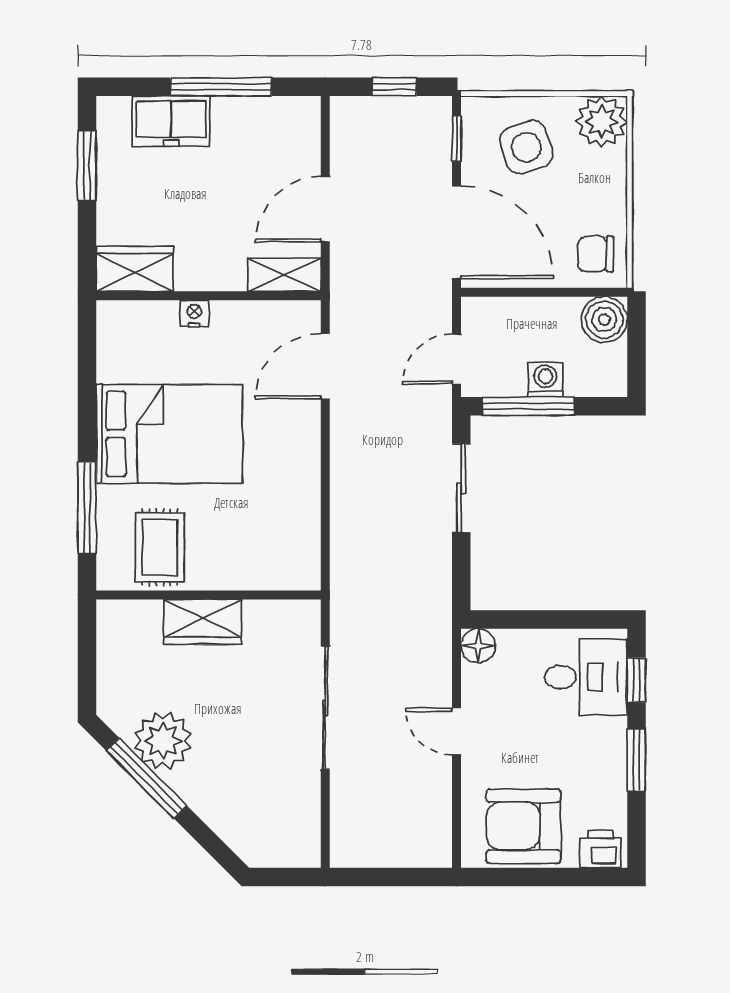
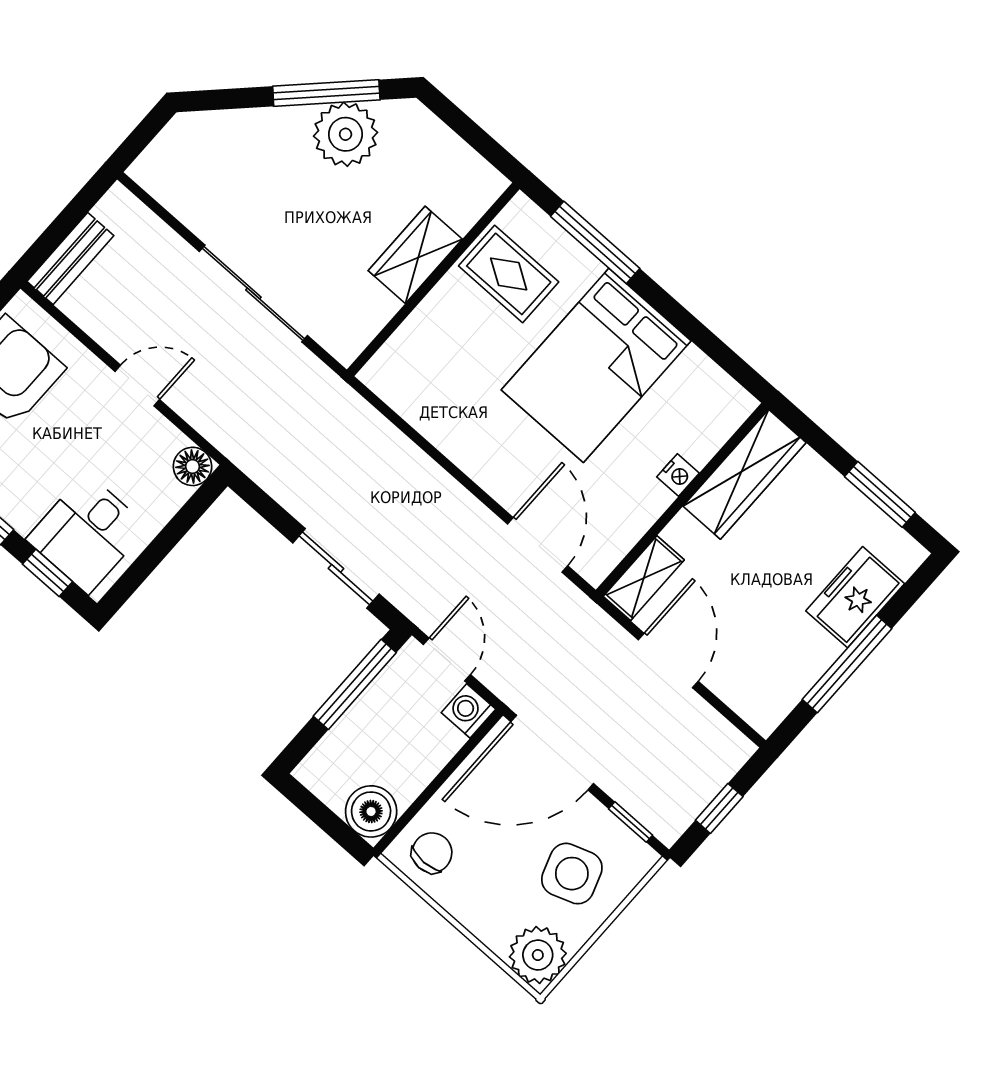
wardrobe: (135, 269) -> (744, 474), width x1.50
washing machine: (545, 380) -> (468, 711), moved, turned 180
bench: (411, 852) -> (70, 259), added

